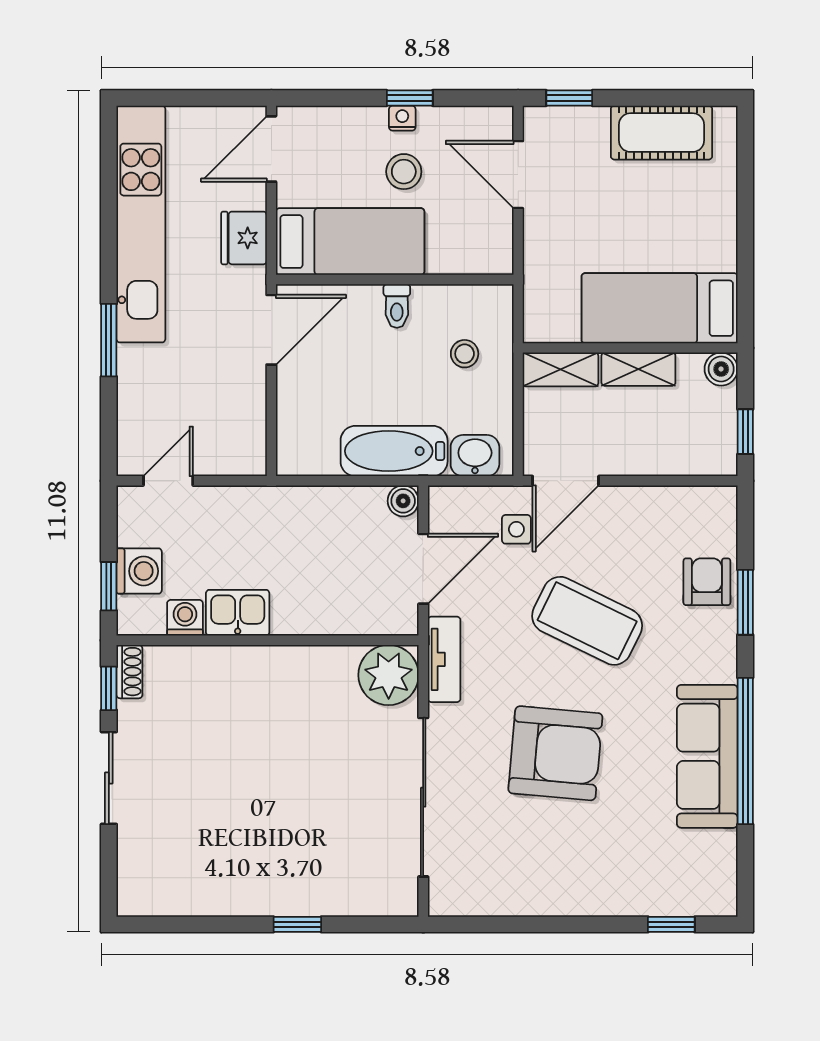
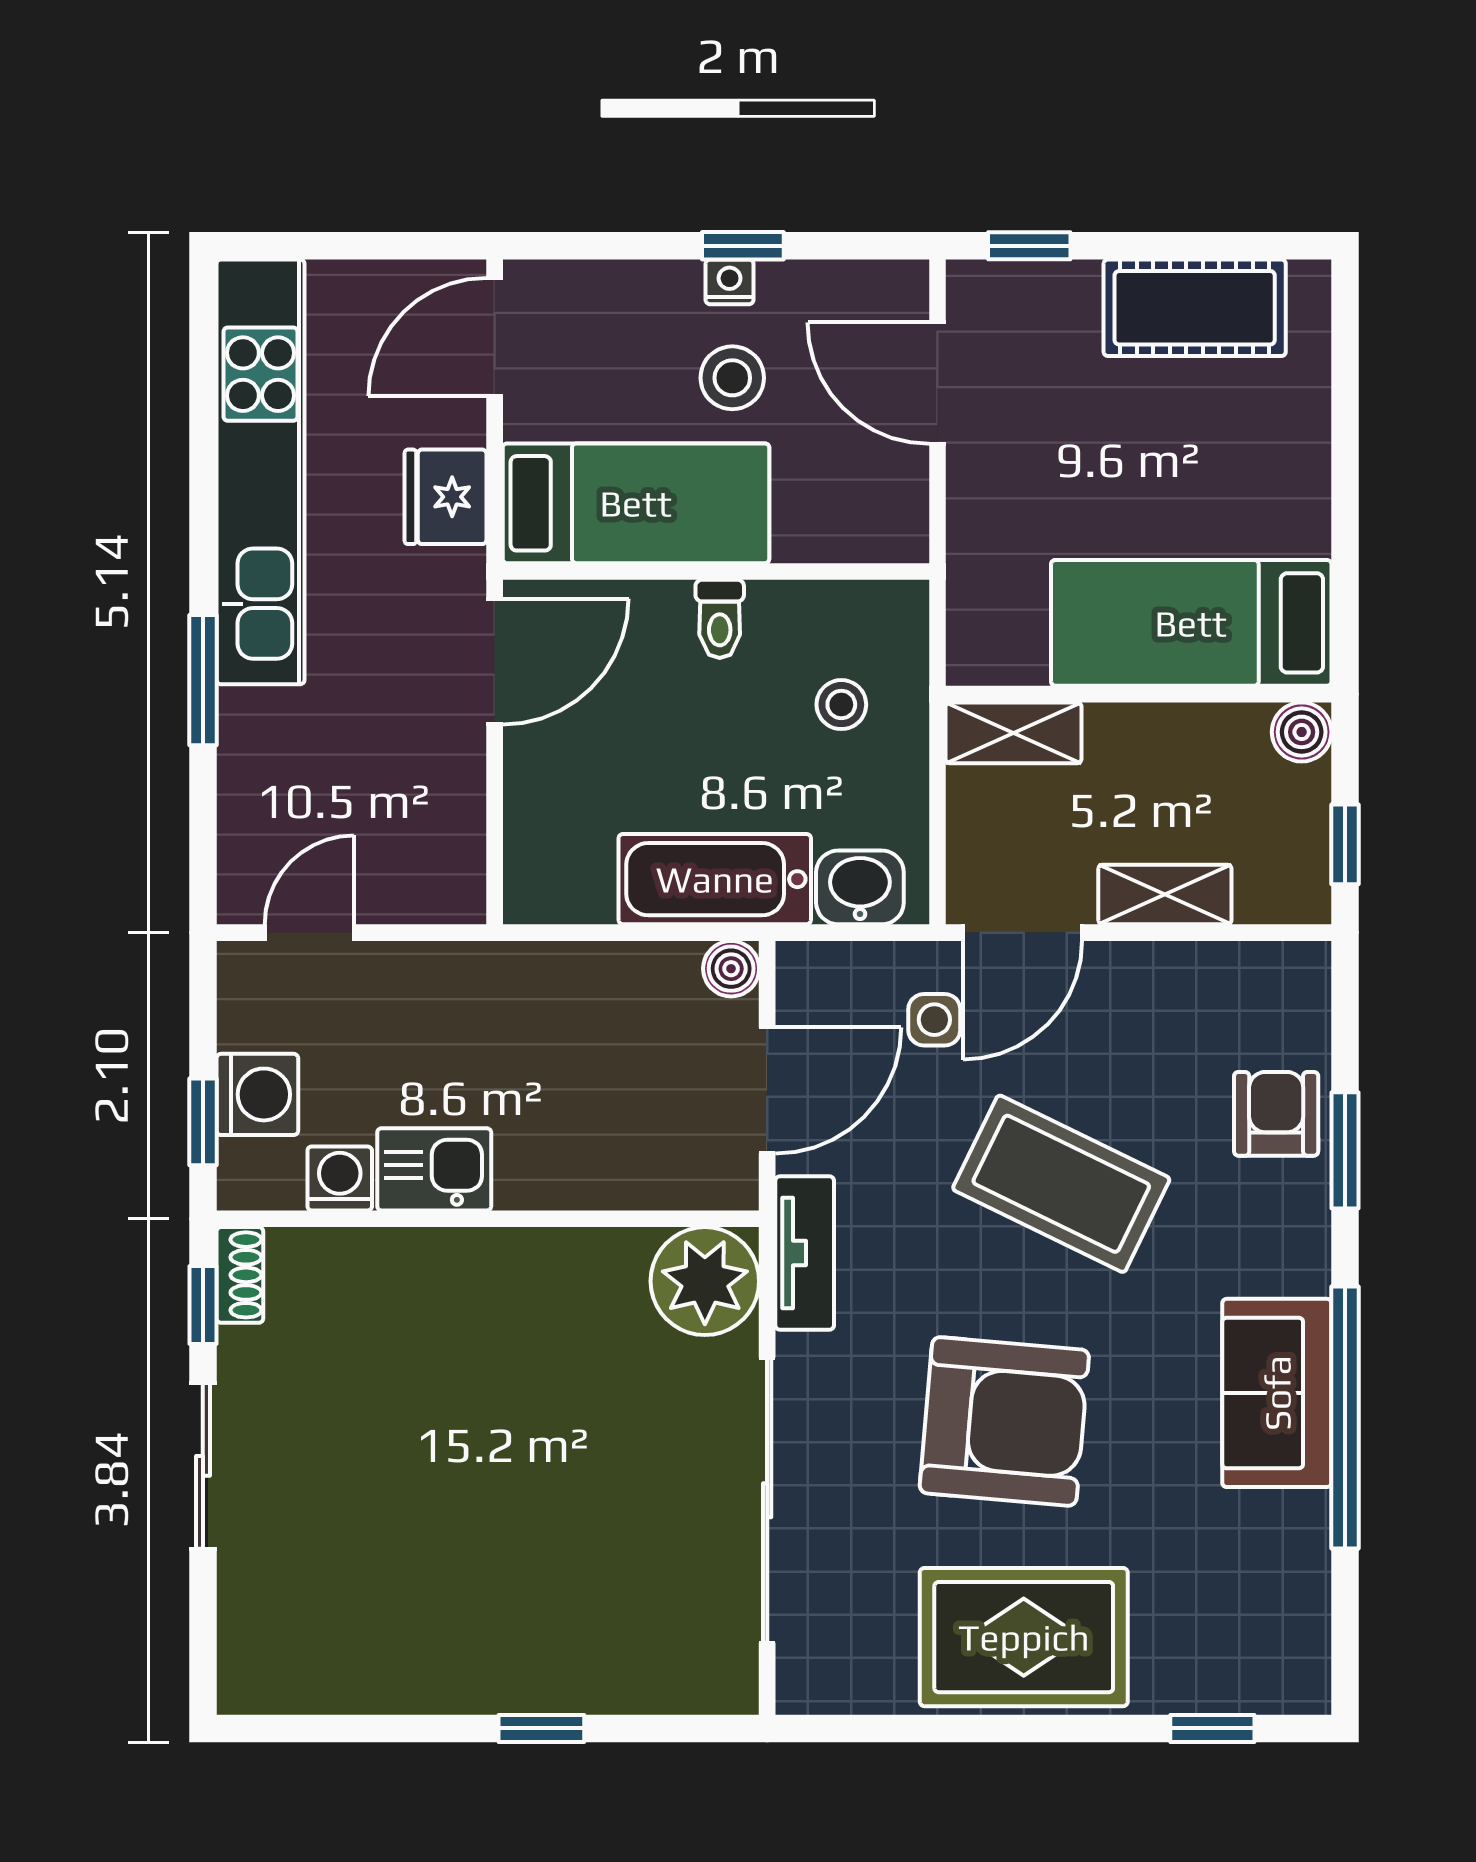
shelving: (638, 369) -> (1165, 895), moved
sofa: (707, 756) -> (1277, 1393), width x0.73
rug: (566, 873) -> (1024, 1637), added

